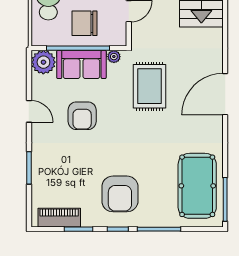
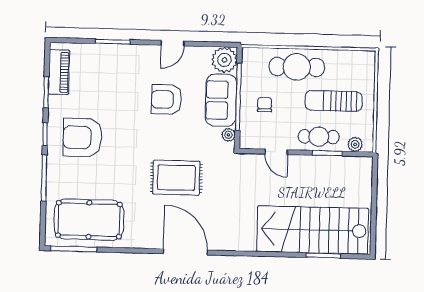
chair: (85, 23) -> (265, 105), width x0.54, depth x0.54
rug: (150, 86) -> (176, 178), moved

